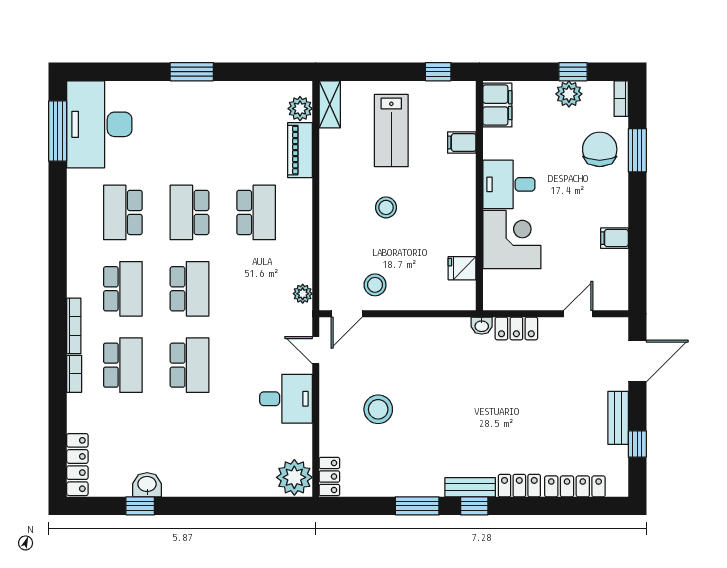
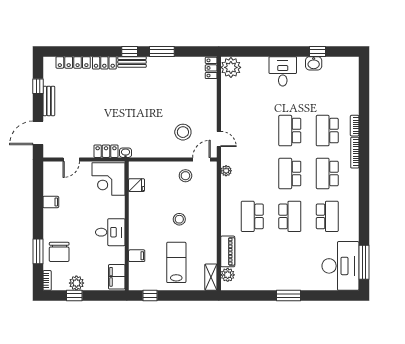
corner desk: (512, 240) -> (109, 179), moved
desk: (286, 399) -> (283, 71), moved, turned 90
stool: (378, 409) -> (183, 132), moved
locker: (77, 465) -> (353, 75), removed

